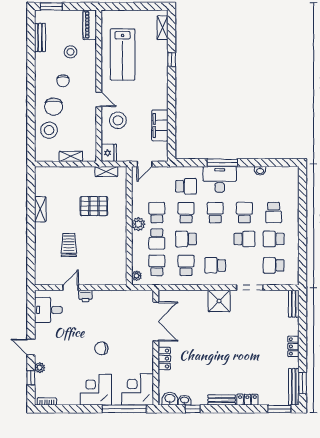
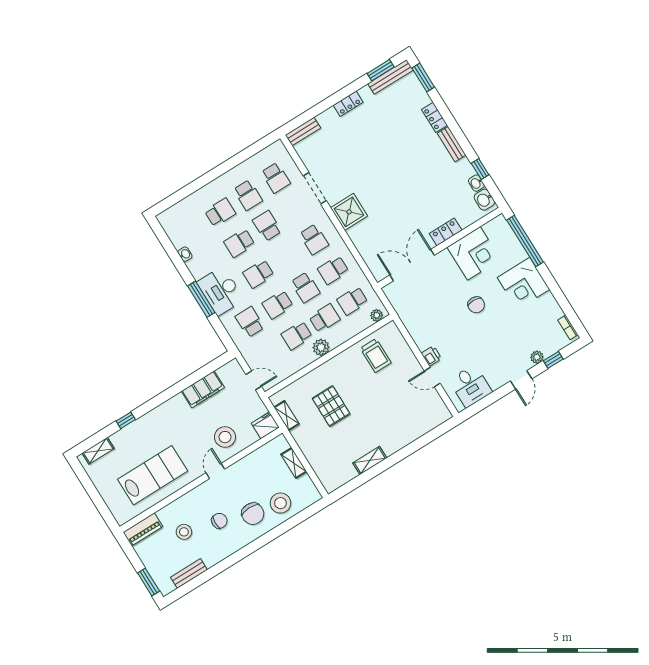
chair: (54, 107) -> (253, 514), turned 90
trolley: (69, 245) -> (376, 356), moved, turned -90
corner desk: (138, 389) -> (474, 253), moved, turned -90

